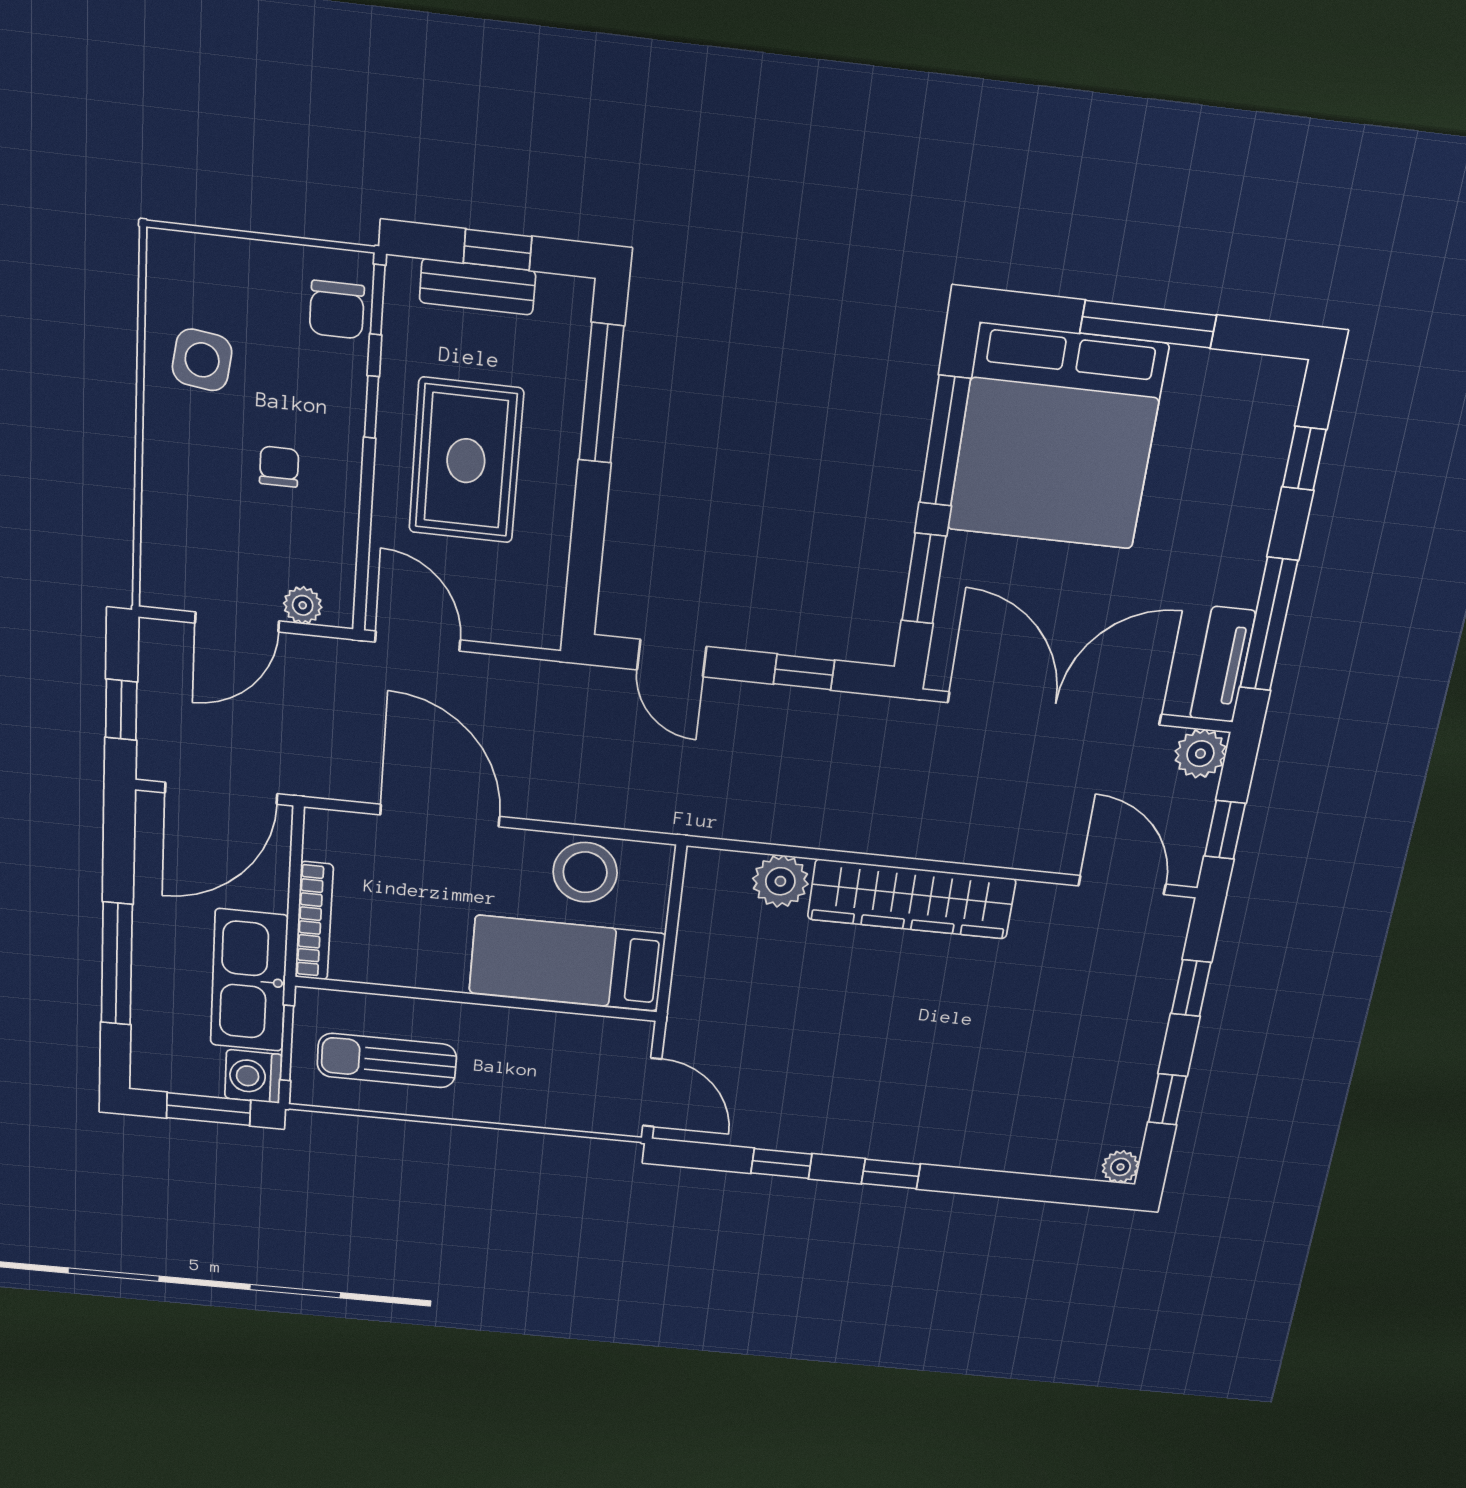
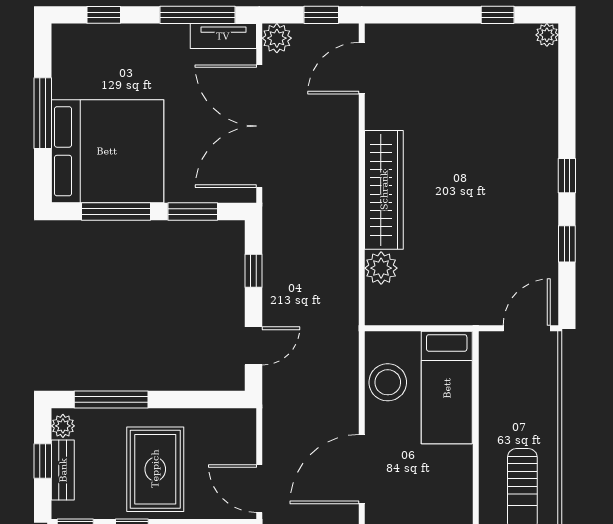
plant: (560, 296) -> (63, 426), added
rug: (466, 461) -> (155, 469), turned 90
door: (418, 641) -> (259, 489), hinge flipped
window: (1191, 988) -> (423, 15), removed

